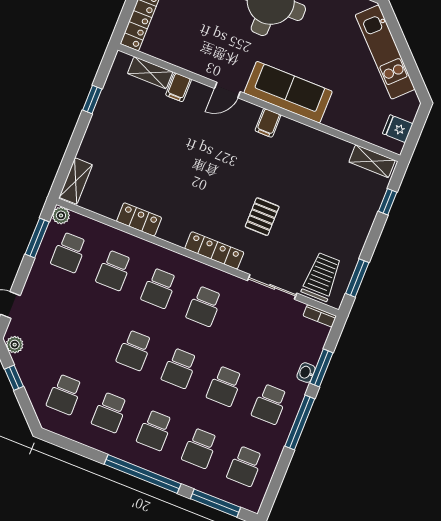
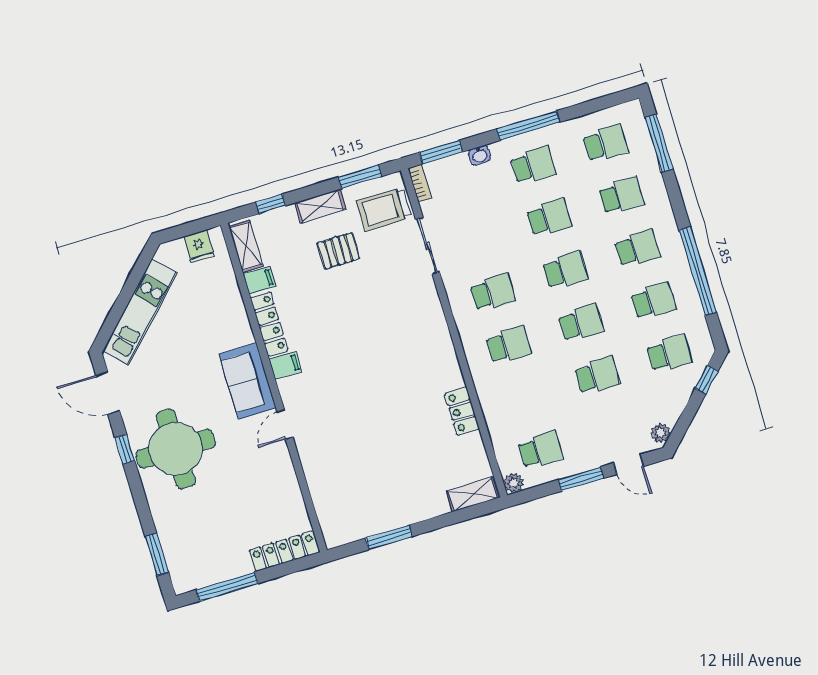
shelving: (150, 73) -> (320, 206), moved, turned 90
filing cabinet: (179, 87) -> (260, 280), moved
door: (227, 90) -> (285, 425), swing flipped
sofa: (288, 92) -> (248, 381), width x0.73
window: (92, 99) -> (389, 537), width x1.50
pallet: (262, 217) -> (338, 251), moved
window: (37, 238) -> (581, 479), moved
locker: (214, 250) -> (269, 324), moved, turned 180
school desk: (114, 270) -> (597, 376), moved
window: (321, 368) -> (441, 152), moved
window: (14, 378) -> (707, 380), moved
window: (143, 474) -> (698, 271), moved

